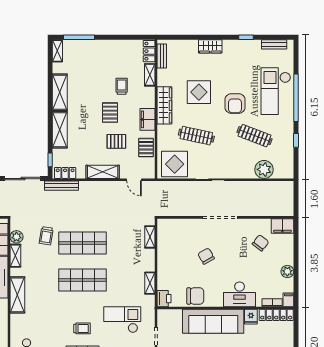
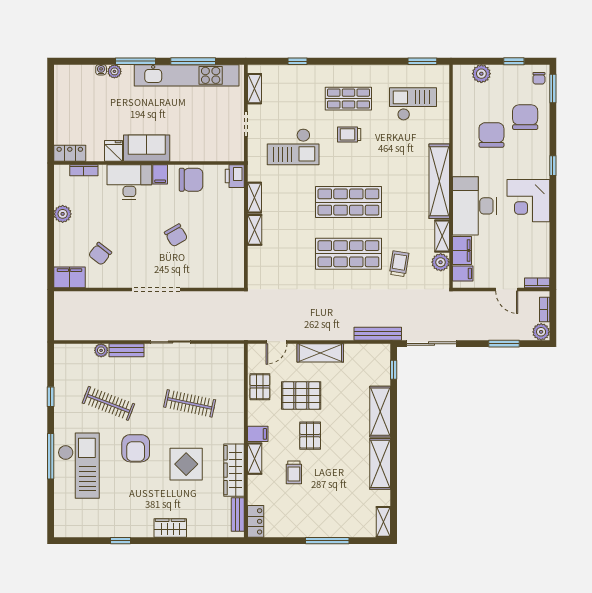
window: (79, 37) -> (327, 541), moved
bench: (274, 44) -> (126, 350), moved
shelving: (150, 75) -> (255, 459), moved
window: (296, 98) -> (51, 456), width x0.68
armchair: (235, 103) -> (136, 448), turned 180
wardrobe: (164, 105) -> (234, 470), moved
filing cabinet: (148, 119) -> (258, 434), width x0.50
pallet: (116, 141) -> (301, 395), width x1.50, depth x1.42
display table: (175, 164) -> (220, 364), removed
plant: (264, 169) -> (101, 350), width x0.53, depth x0.53
locker: (65, 173) -> (373, 351), removed
door: (134, 180) -> (277, 342), swing flipped
shelving: (150, 237) -> (255, 230), moved
shelving: (17, 295) -> (439, 181), width x1.47
chair: (195, 296) -> (191, 180), turned 180
filing cabinet: (288, 300) -> (160, 174), moved
locker: (276, 315) -> (70, 153), width x0.66
sofa: (213, 321) -> (147, 148), width x0.54, depth x0.79

